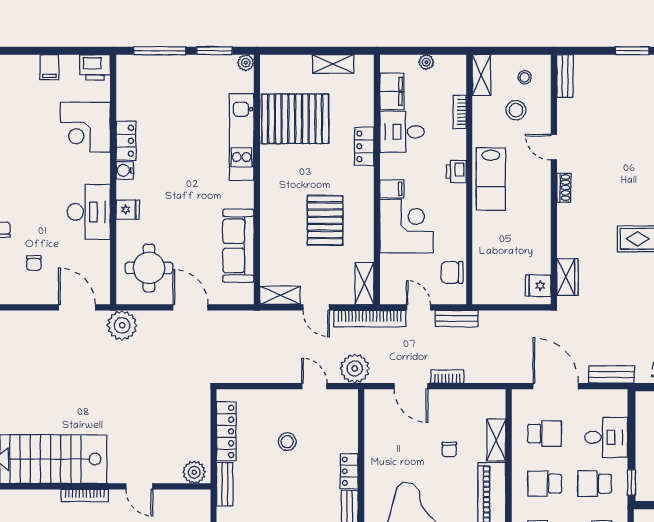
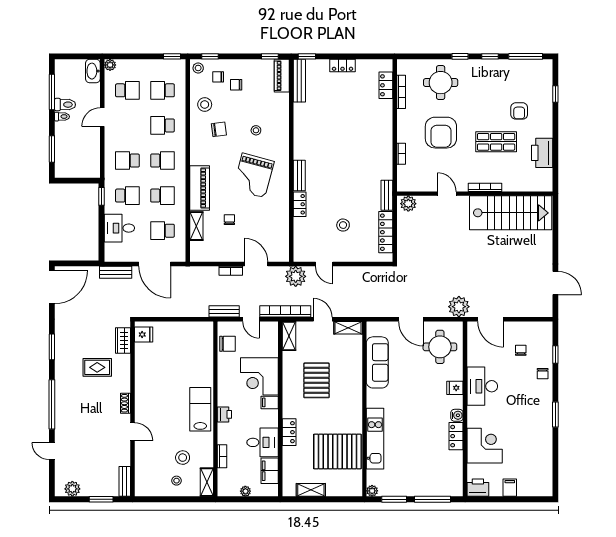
bench: (565, 76) -> (125, 481), moved
door: (554, 147) -> (133, 432), moved
wall: (554, 180) -> (133, 409), moved
shoe rack: (564, 188) -> (126, 403), moved
wardrobe: (567, 277) -> (123, 340), moved
fridge: (538, 286) -> (144, 334), moved

